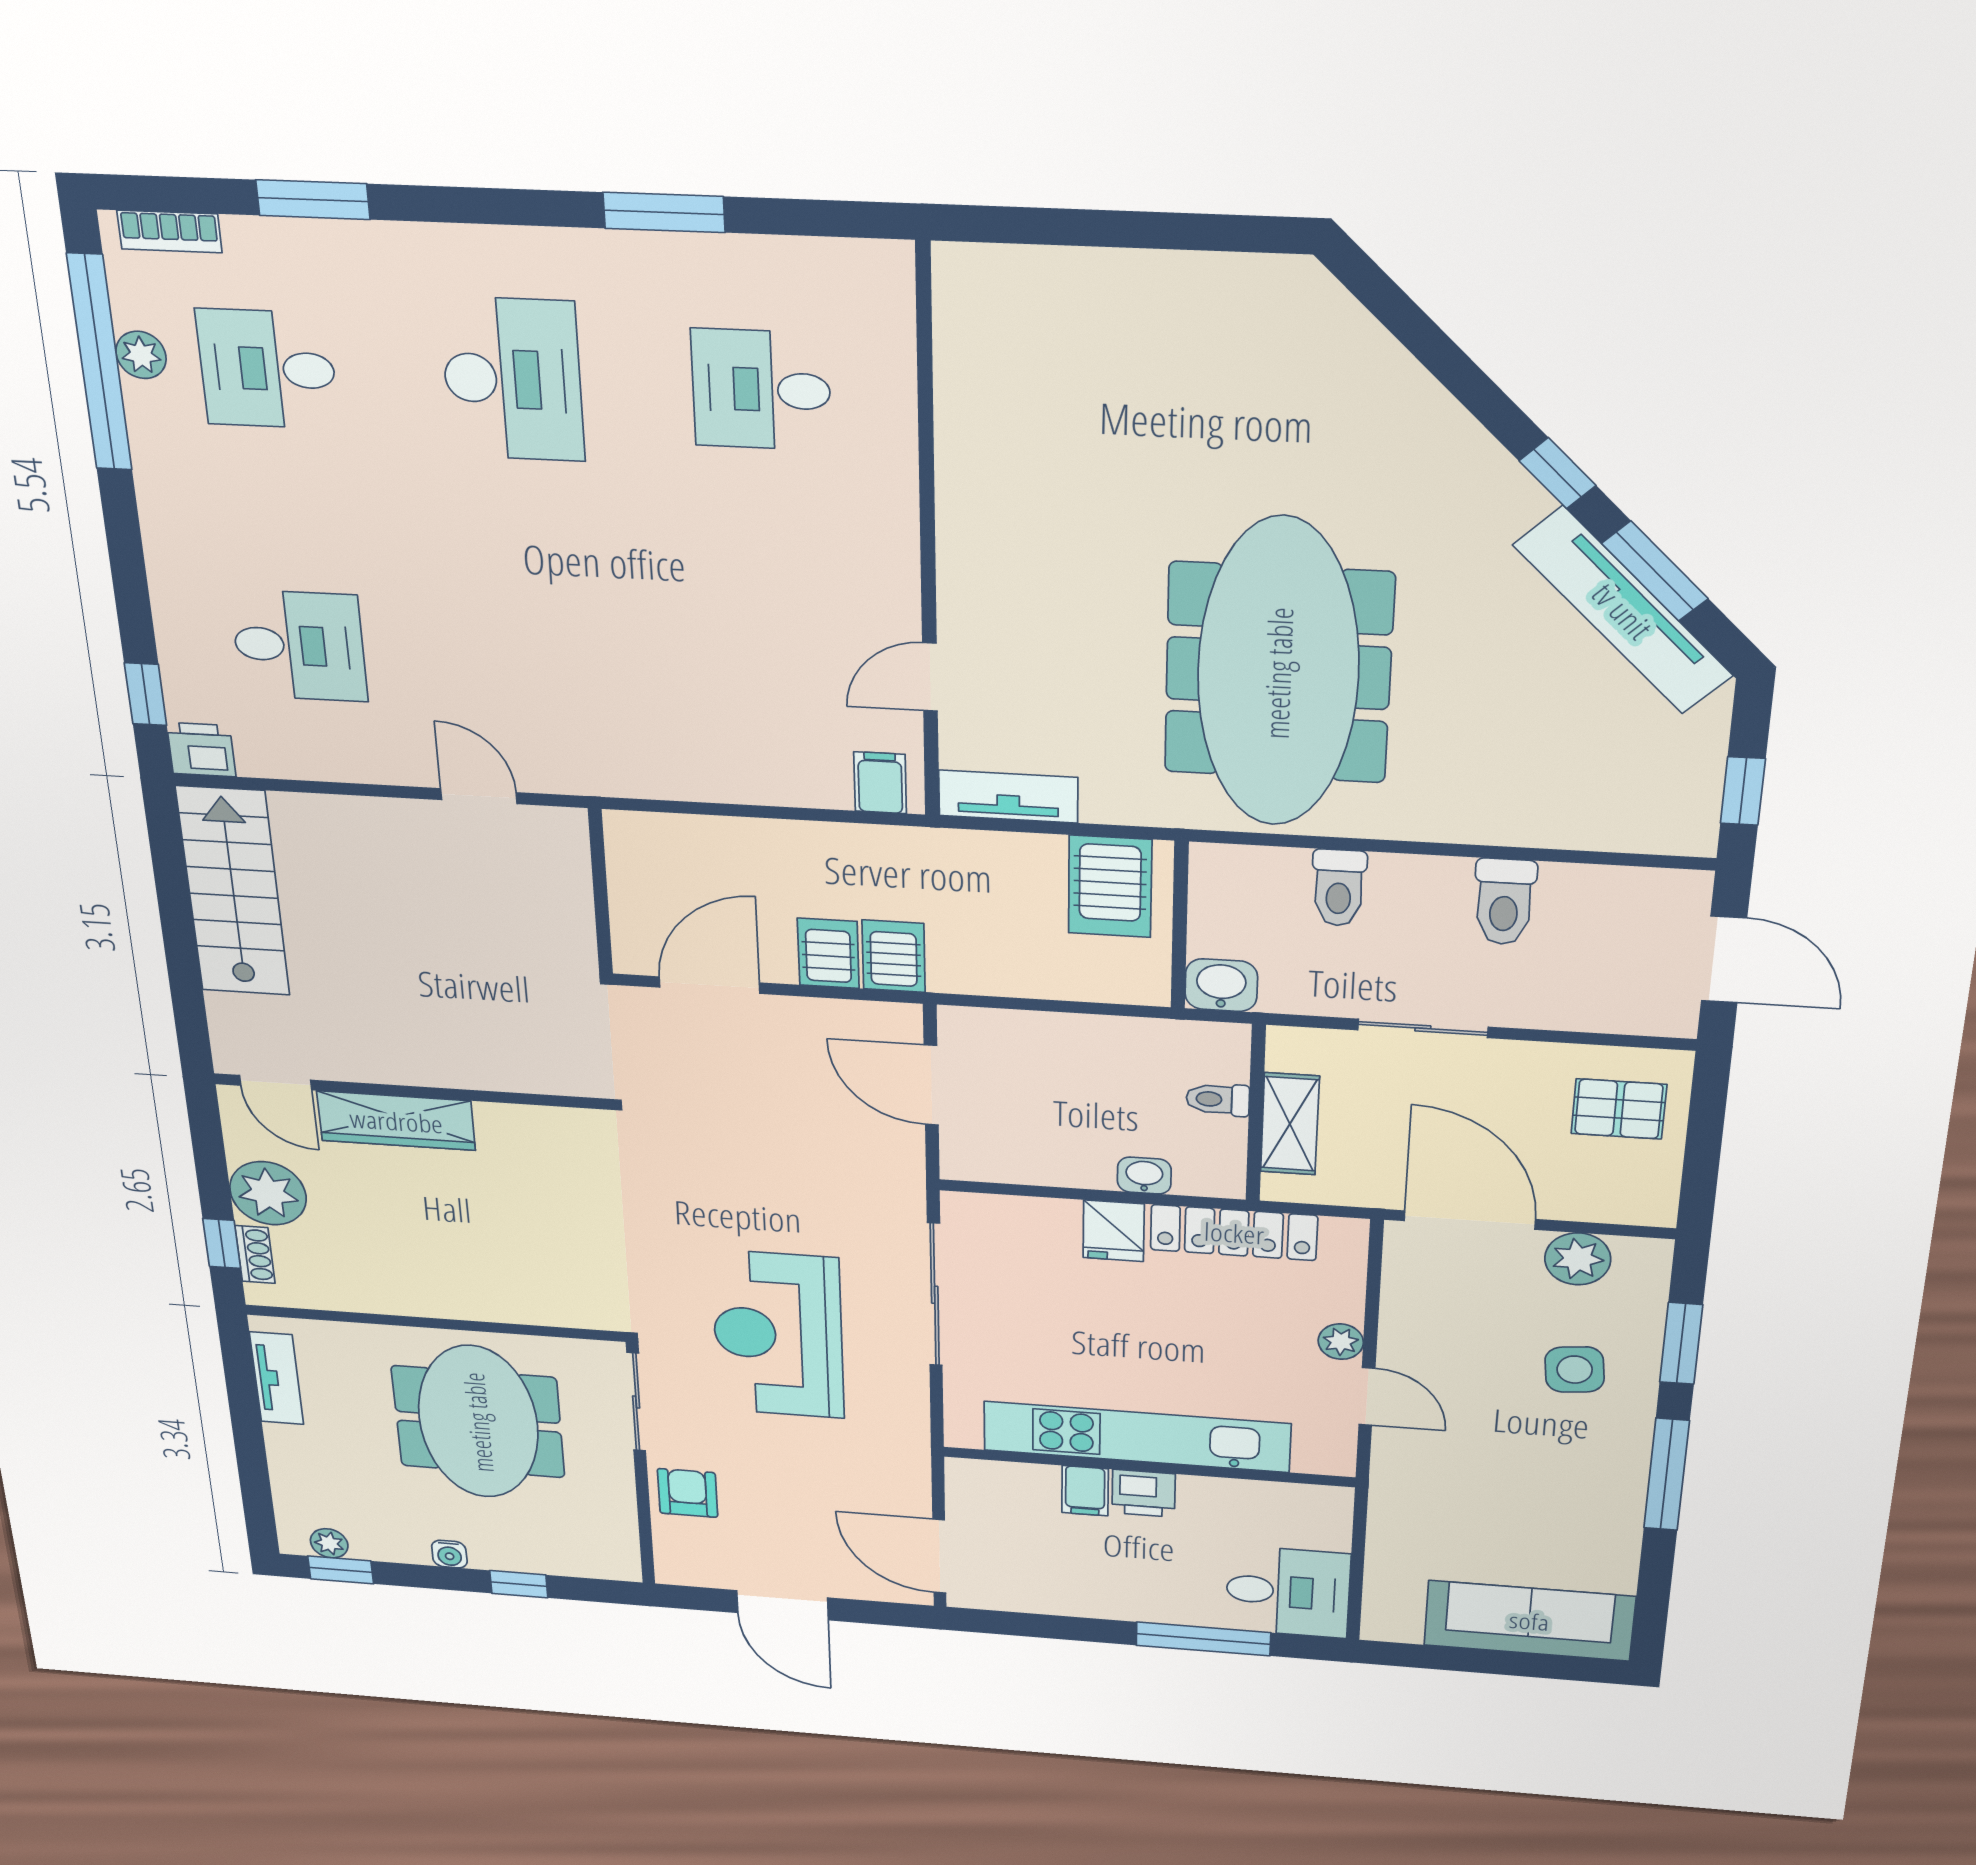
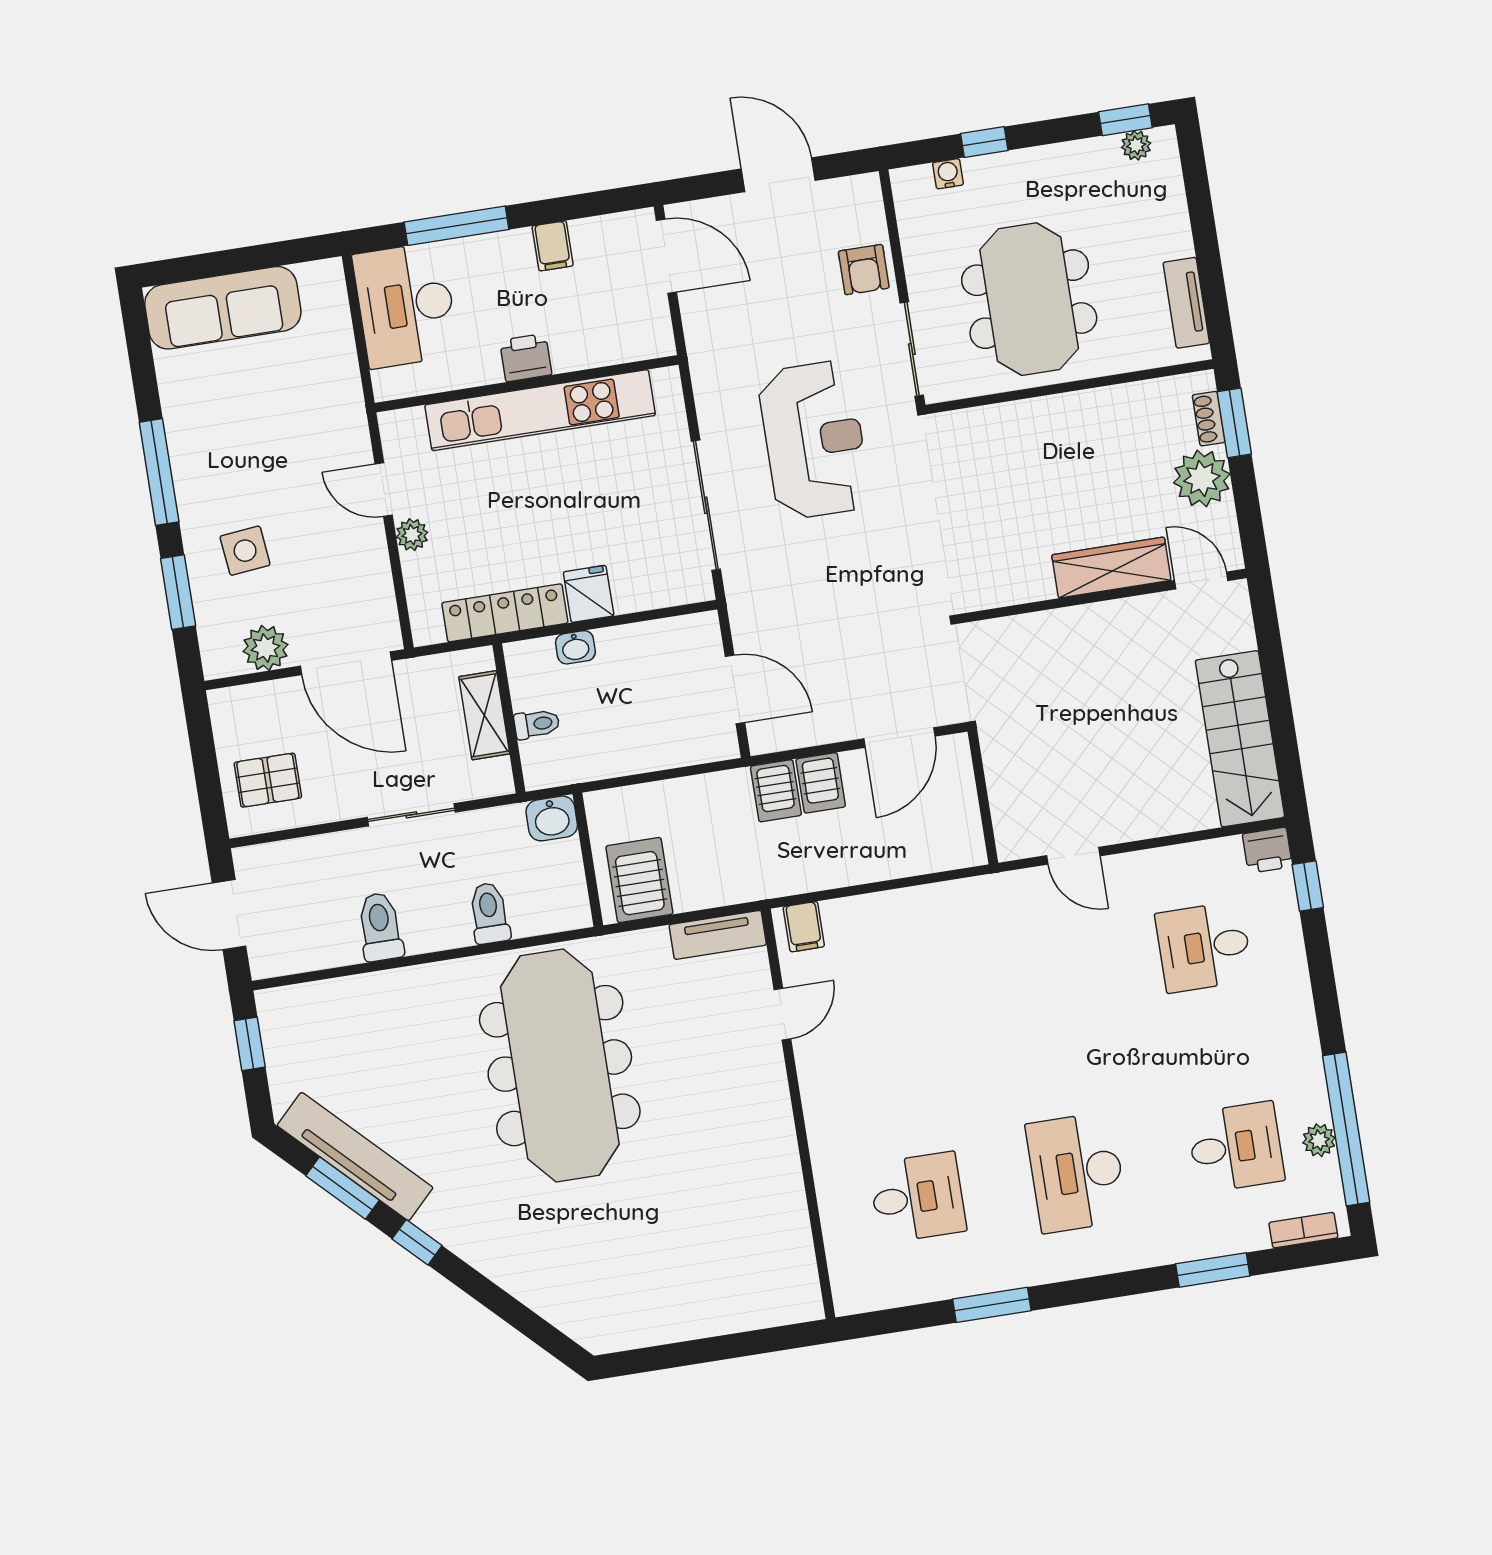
window: (222, 1243) -> (1234, 423), width x1.50
filing cabinet: (1085, 1491) -> (553, 246), moved, turned 180
water cooler: (449, 1554) -> (948, 174), moved
desk: (1288, 1592) -> (406, 305), width x1.37

